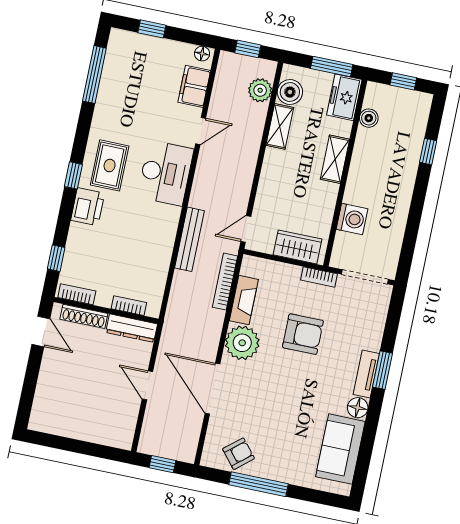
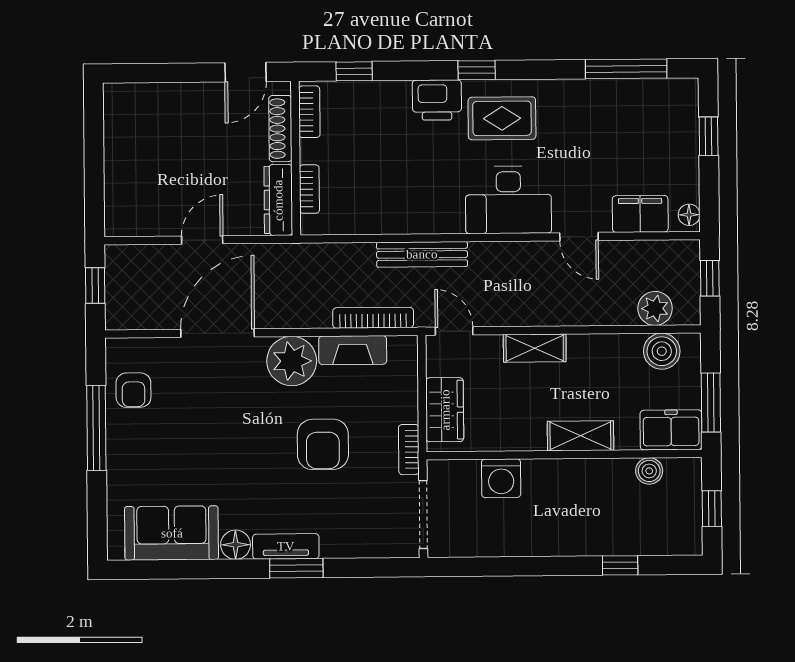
shelving: (280, 126) -> (535, 348), moved
armchair: (239, 454) -> (133, 390), turned 40

